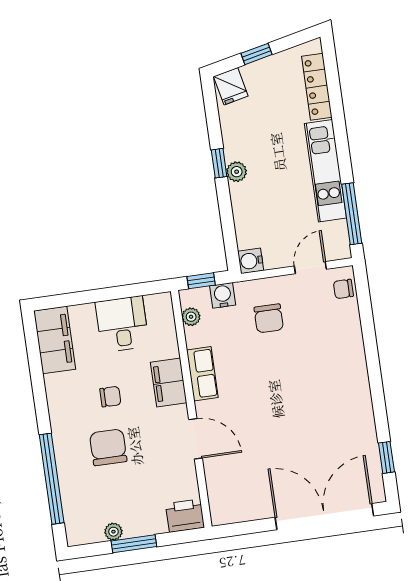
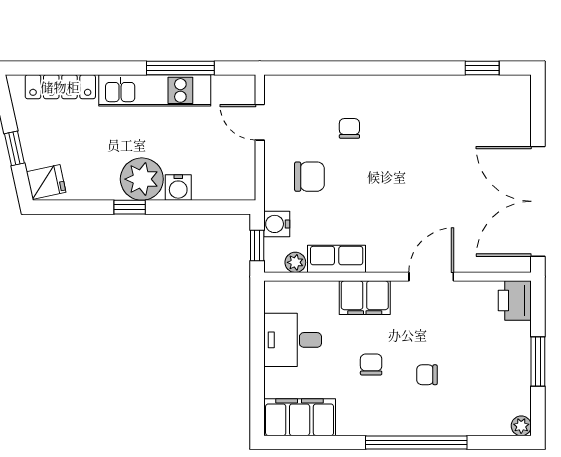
plant: (237, 172) -> (142, 179), width x1.88, depth x1.88
window: (352, 214) -> (180, 68), moved
water cooler: (251, 261) -> (178, 188), moved
chair: (343, 289) -> (349, 128), moved, turned 180
row of seats: (202, 374) -> (337, 259), moved
chair: (108, 447) -> (427, 375), width x0.54, depth x0.54
window: (52, 479) -> (416, 442), moved
double door: (324, 517) -> (538, 201), moved
plant: (113, 532) -> (521, 426), moved

